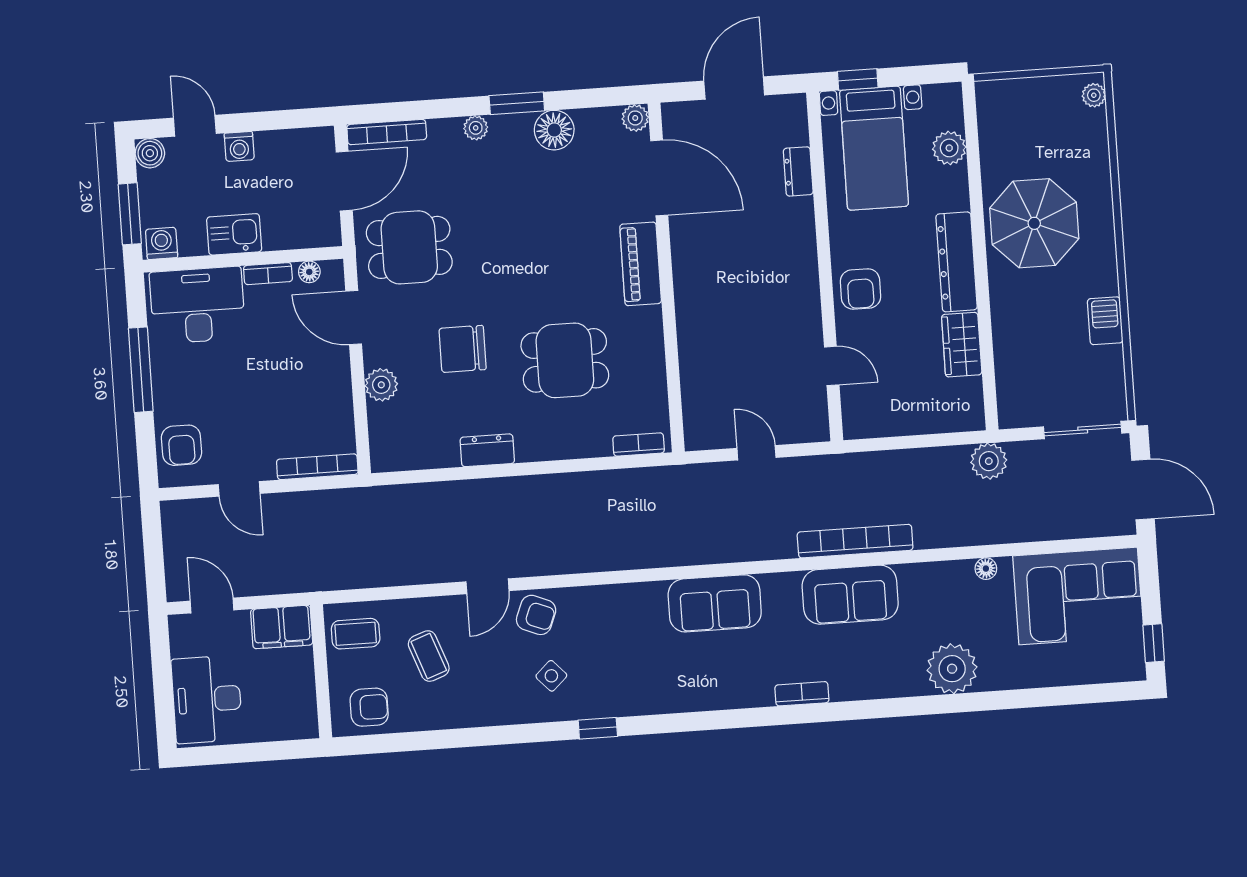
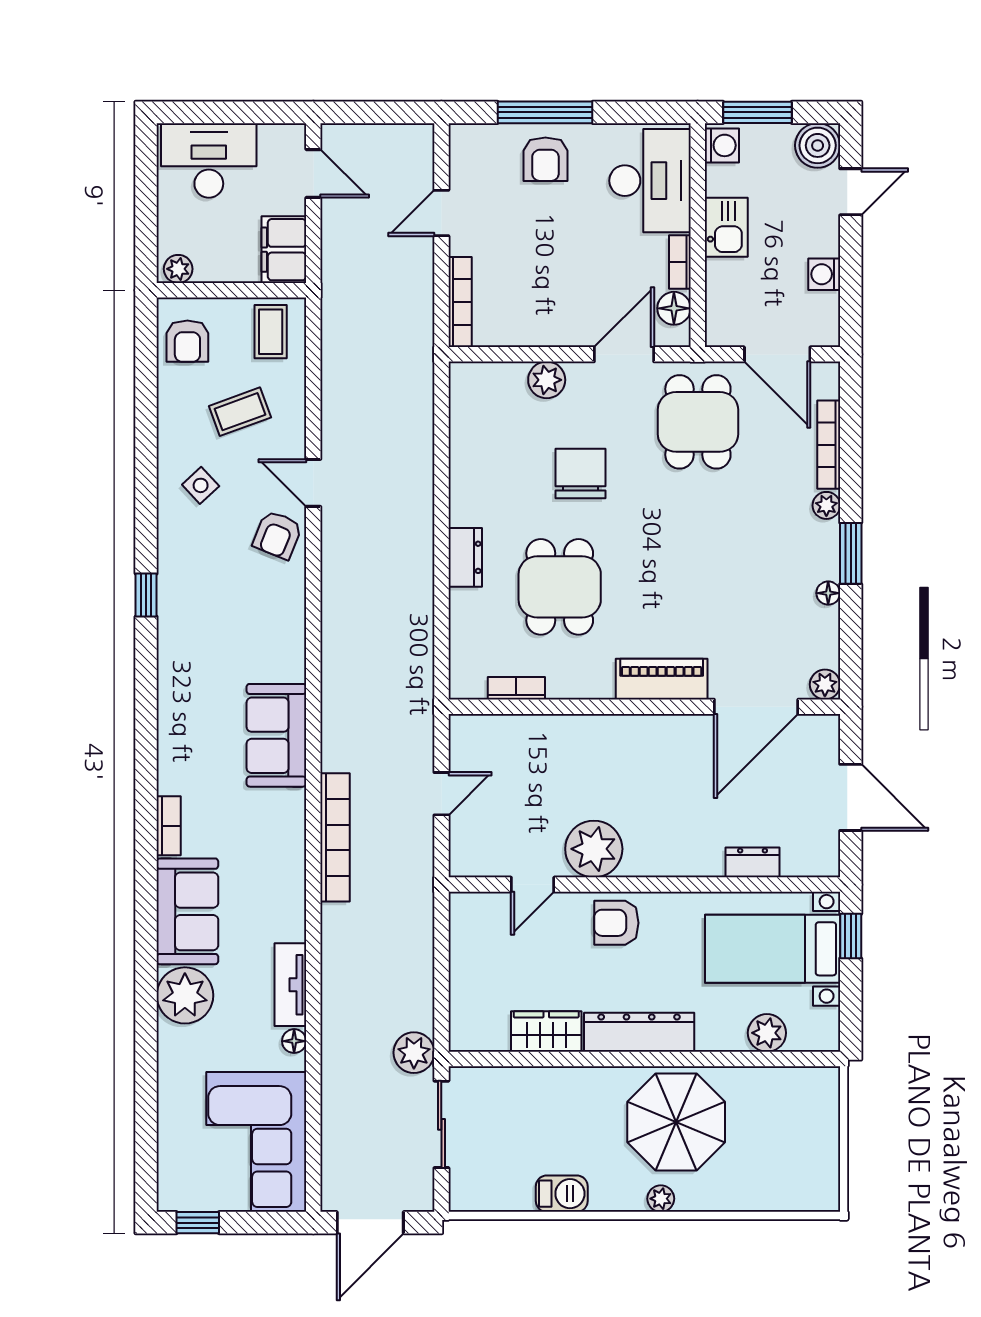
plant: (1094, 95) -> (661, 1199), moved
floor lamp: (554, 130) -> (828, 593), width x0.53, depth x0.53
bookcase: (387, 132) -> (829, 445), moved
washing machine: (239, 146) -> (824, 274), moved
boiler: (150, 153) -> (818, 145), width x1.36, depth x1.36
floor lamp: (309, 272) -> (674, 308), width x1.37, depth x1.37
plant: (796, 314) -> (594, 849), added
window: (141, 370) -> (545, 112), moved
sliding door: (1083, 430) -> (441, 1124), moved
bookcase: (639, 444) -> (516, 688), moved, turned -90
armchair: (181, 445) -> (545, 159), moved, turned -90
dresser: (487, 450) -> (465, 557), moved
bookcase: (855, 541) -> (335, 837), moved
tv unit: (936, 575) -> (290, 985), added
sofa: (850, 595) -> (187, 911), moved, turned 180
door: (212, 606) -> (313, 174), hinge flipped
side table: (551, 676) -> (201, 485), moved
plant: (305, 720) -> (178, 269), added

